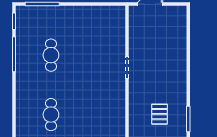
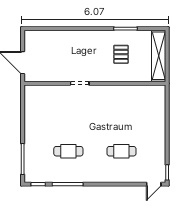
pallet: (160, 114) -> (121, 54), turned 90

